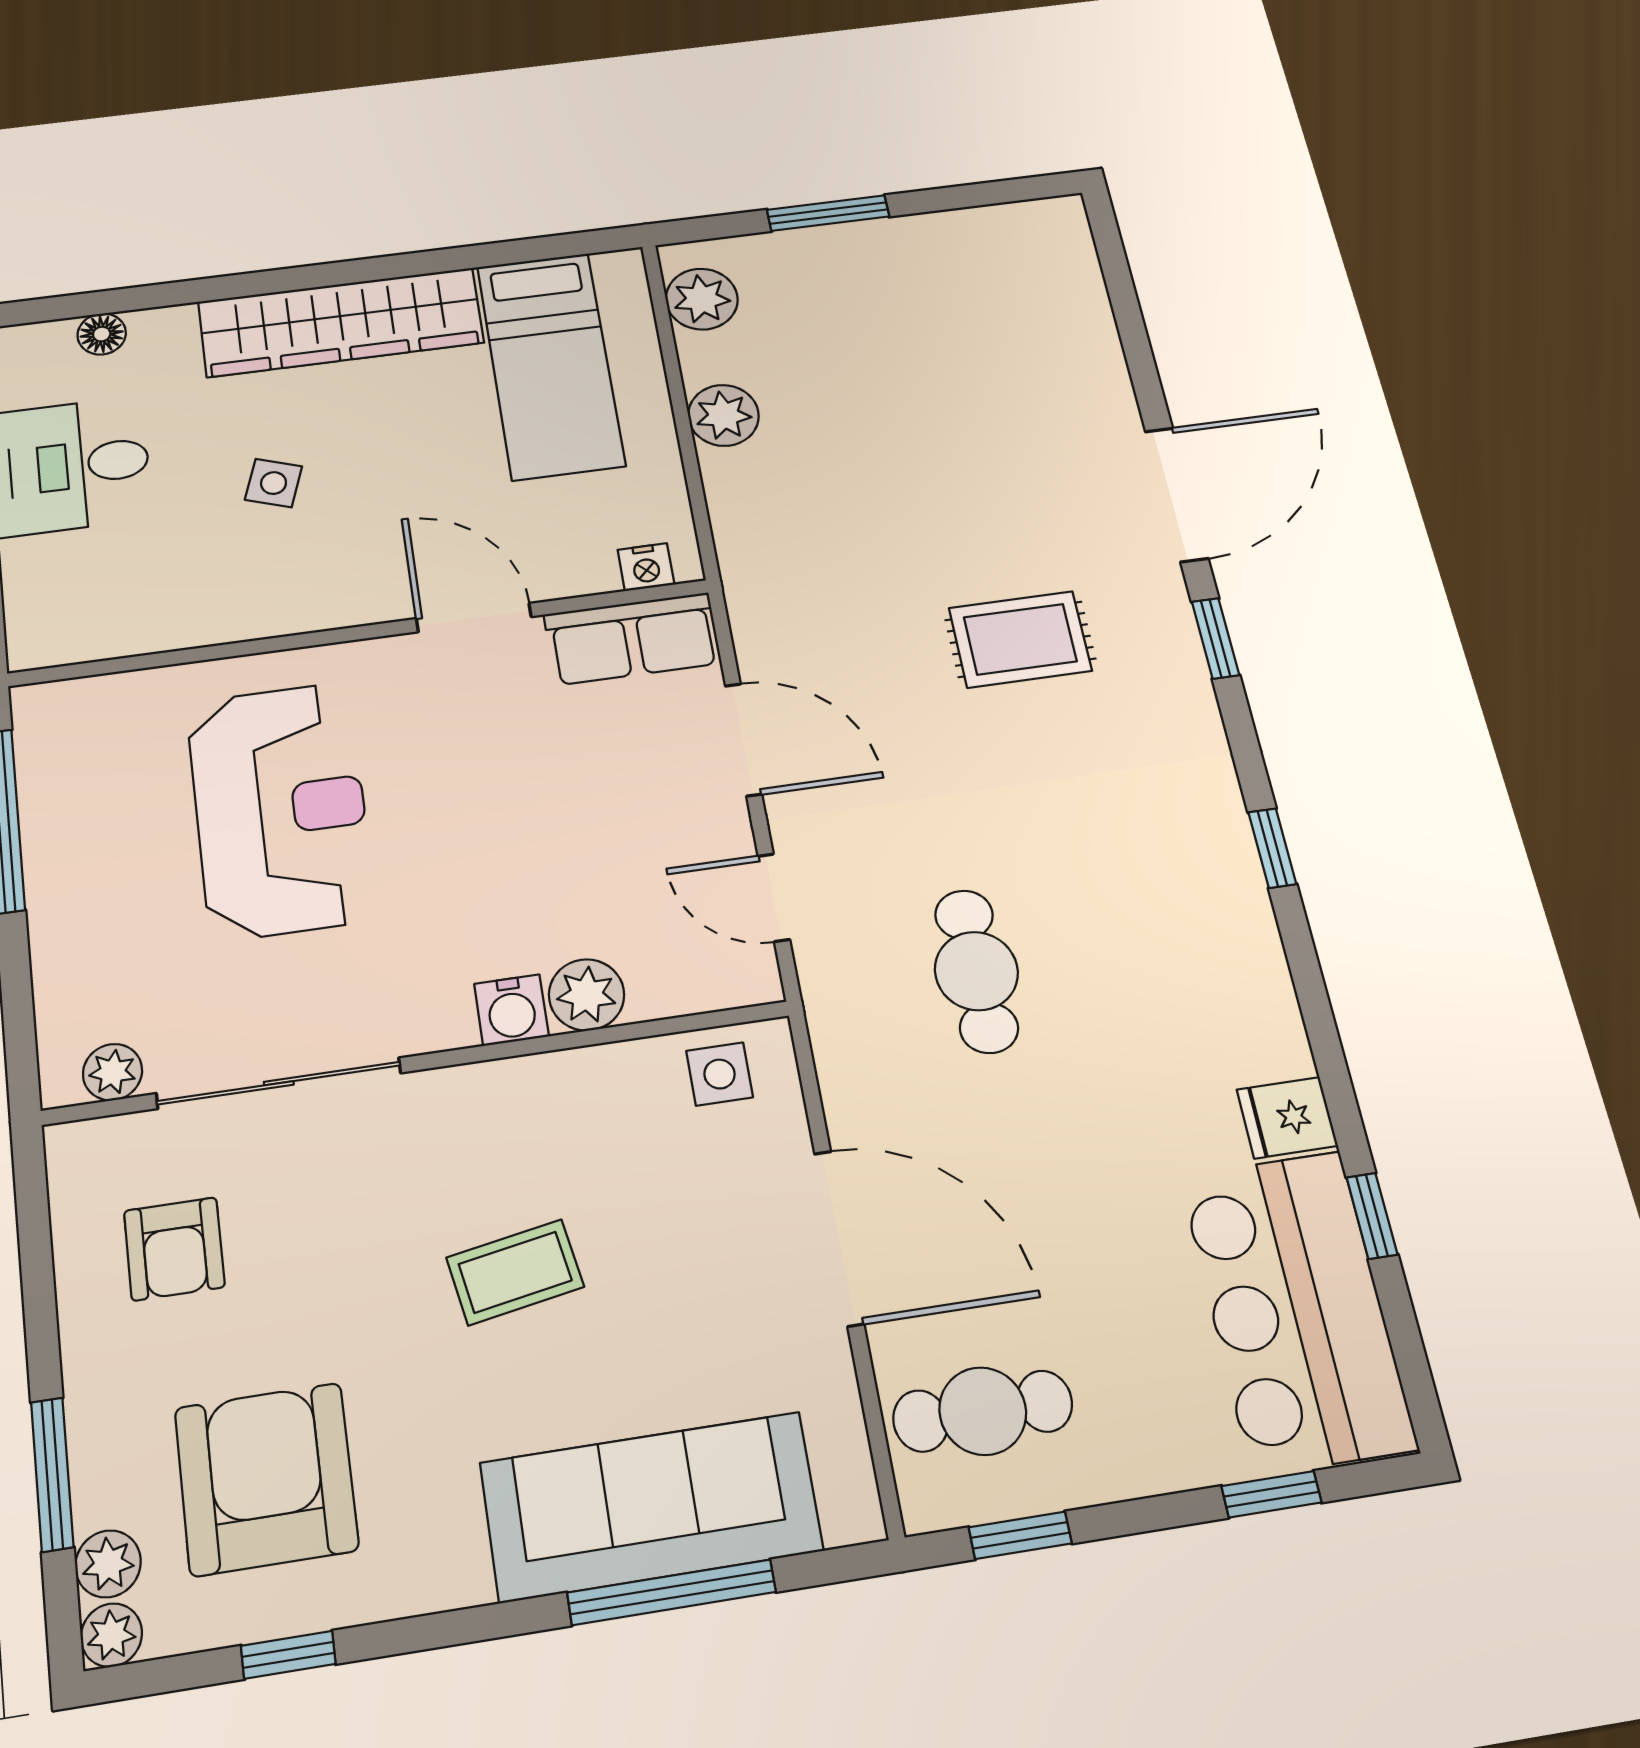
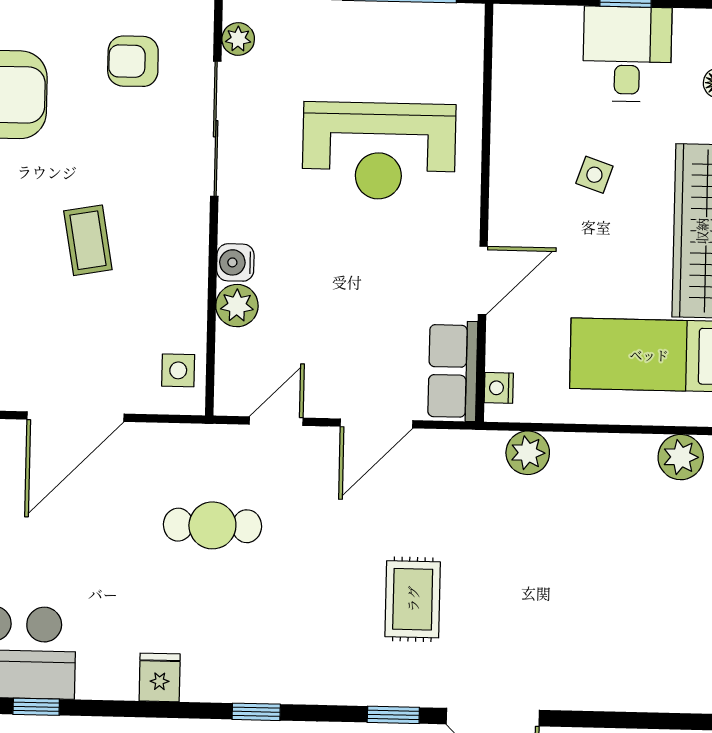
plant: (724, 415) -> (528, 453), moved
fridge: (1287, 1118) -> (160, 677), moved

